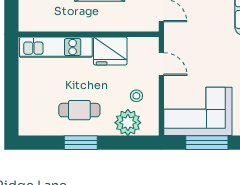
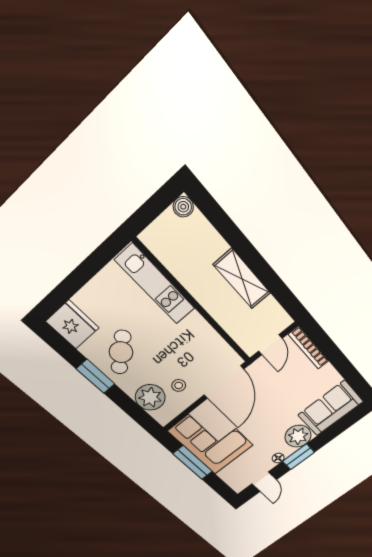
fridge: (110, 51) -> (72, 325), moved, turned 180
door: (161, 64) -> (224, 382), width x1.87
cafe table: (79, 110) -> (121, 352), turned 51

